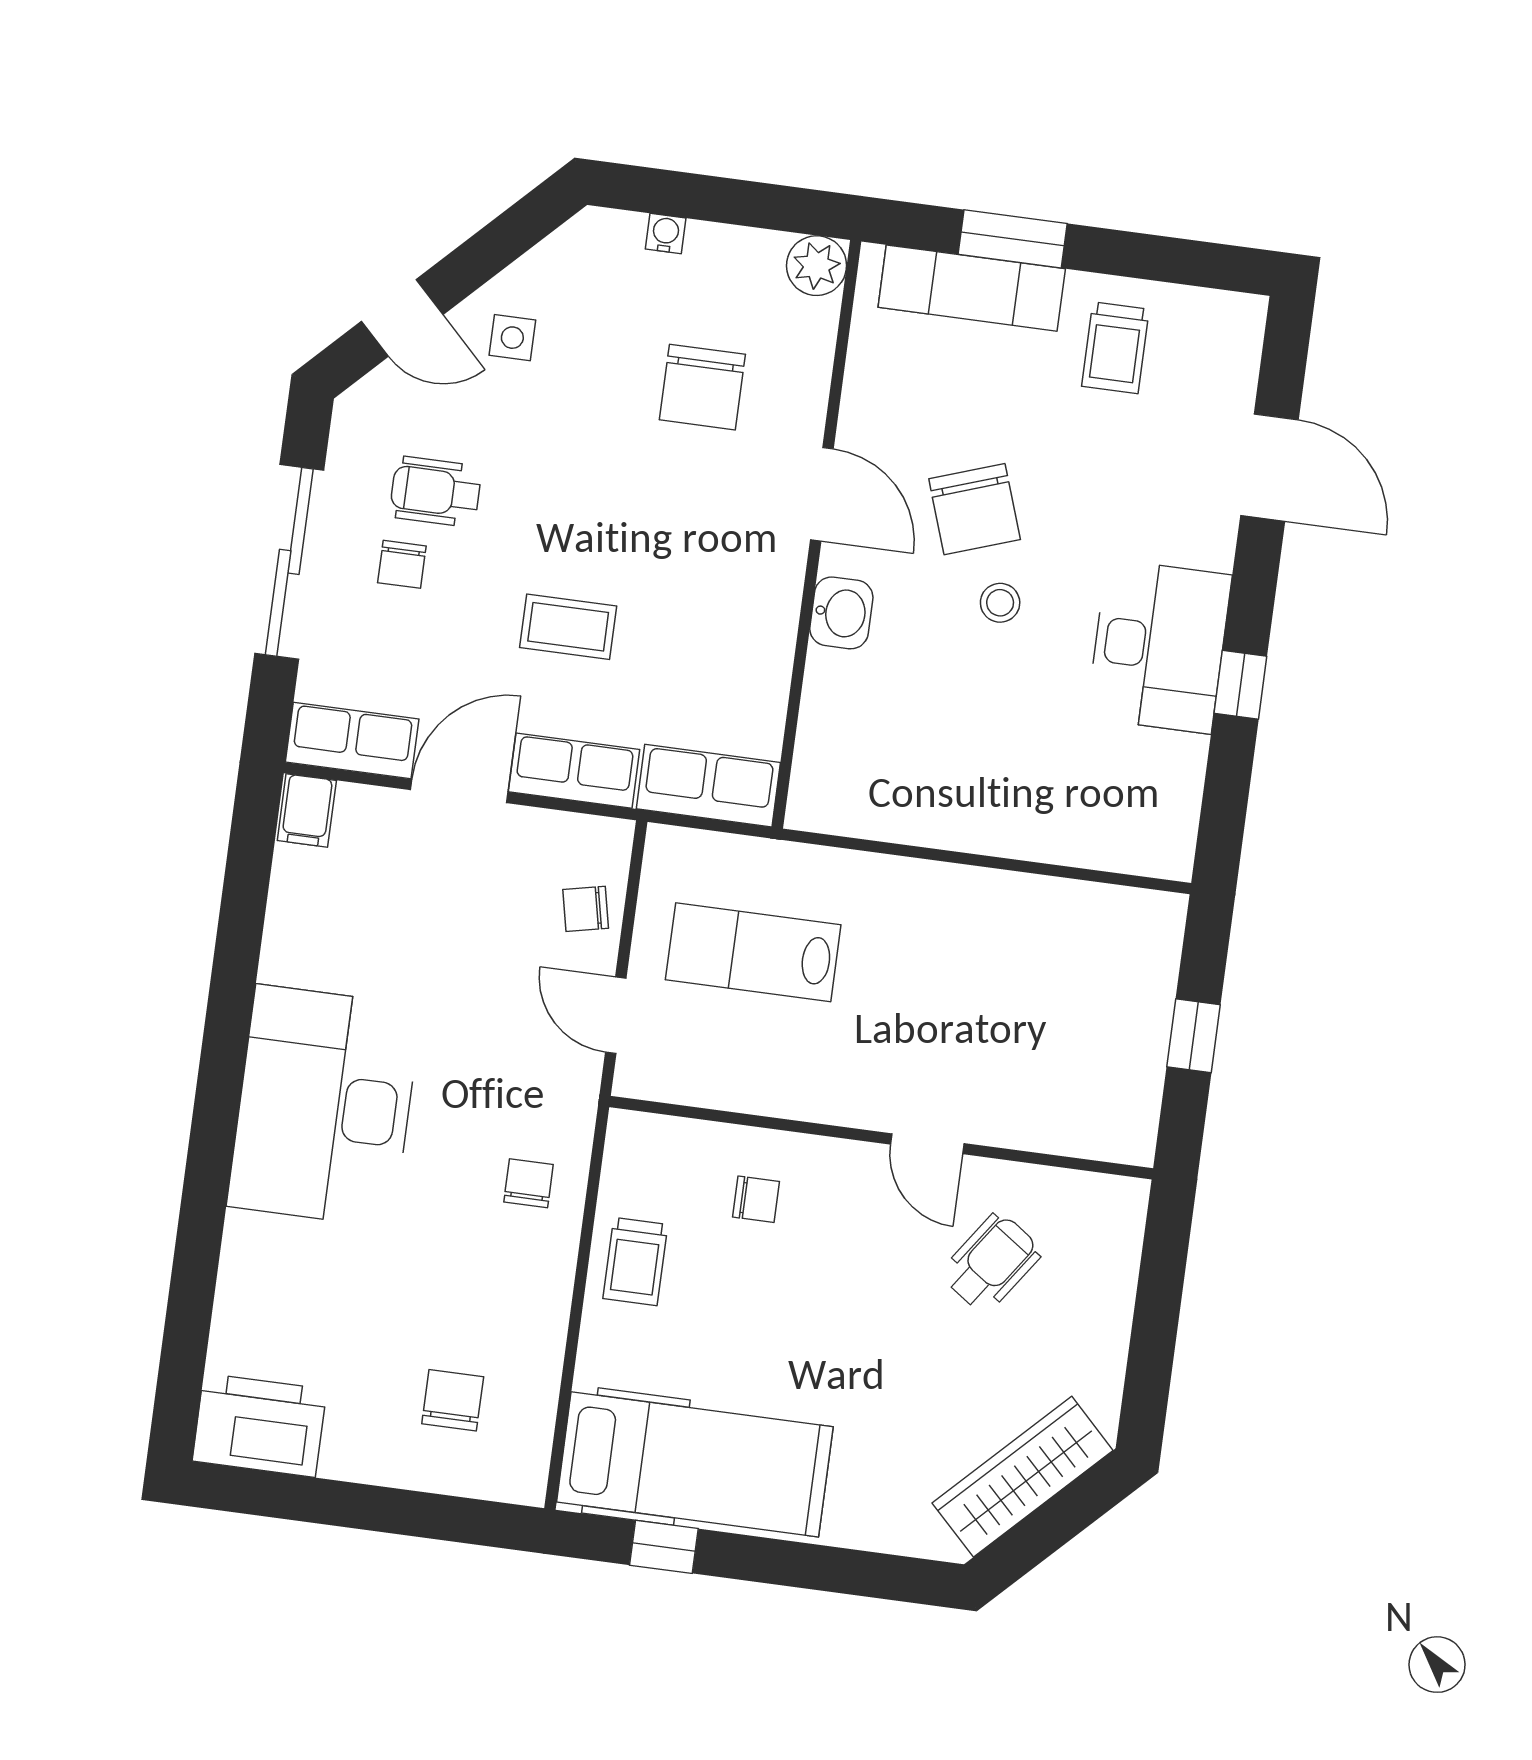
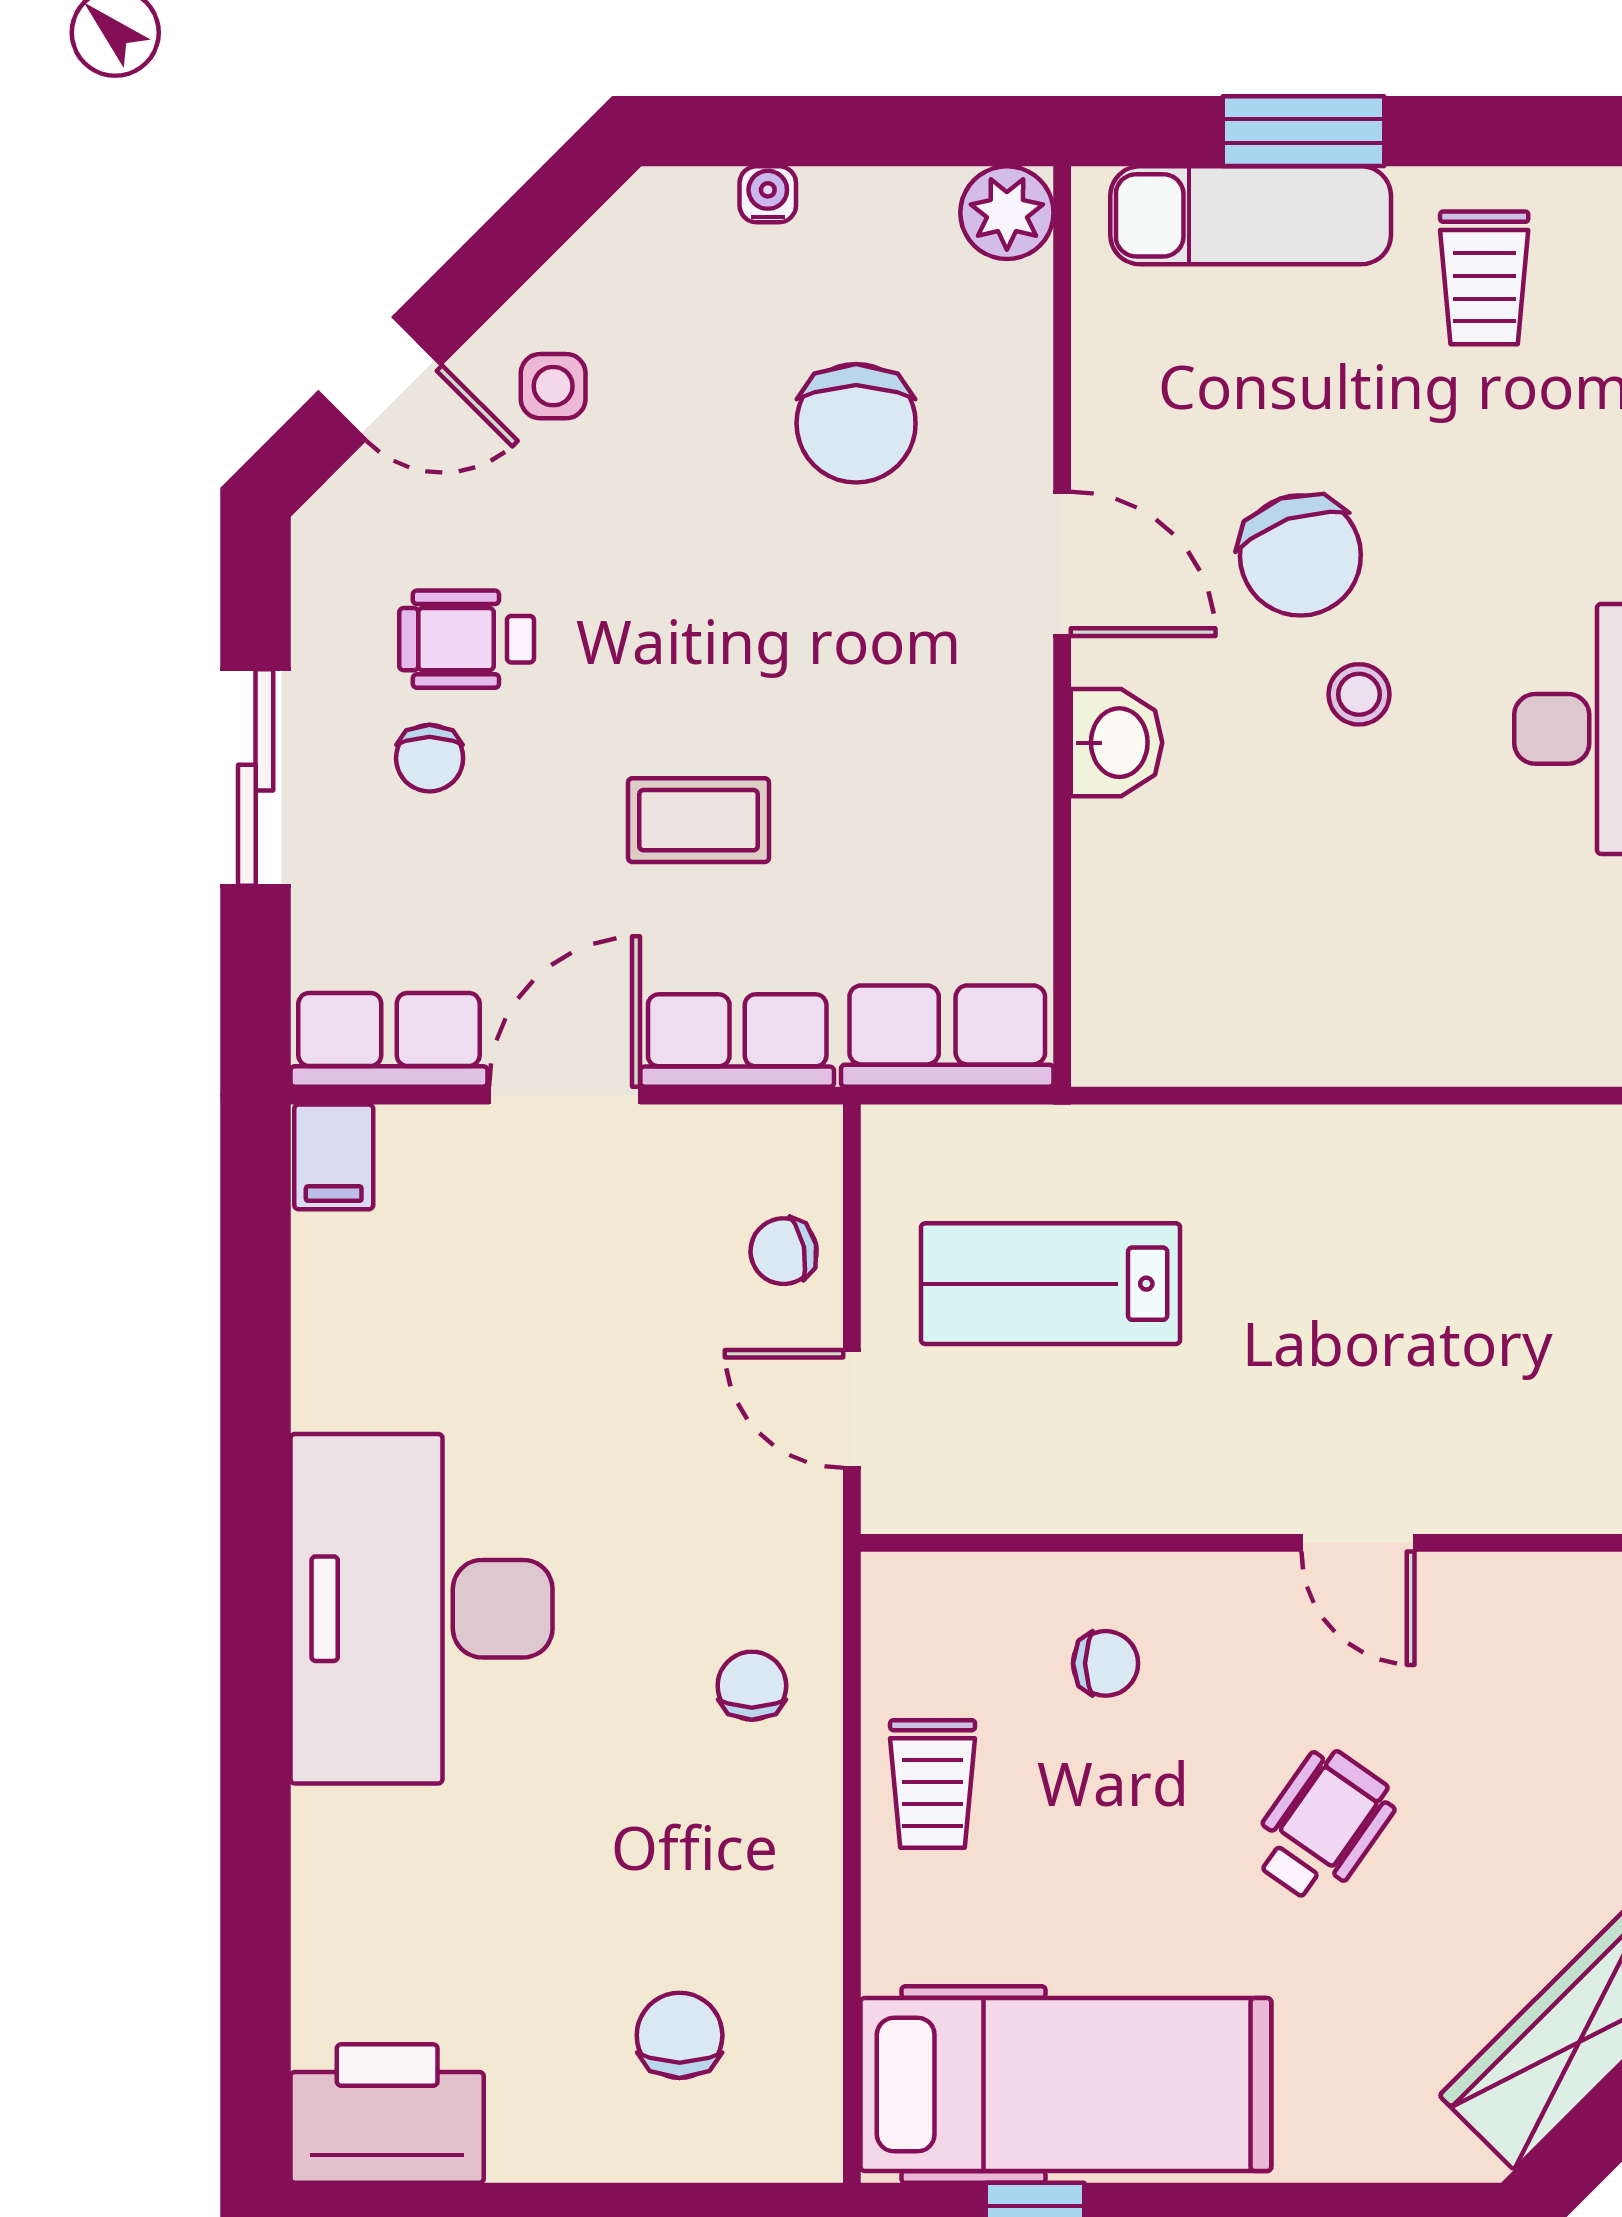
sliding door: (289, 562) -> (256, 778), width x0.73
wheelchair: (991, 1263) -> (1322, 1826), moved

